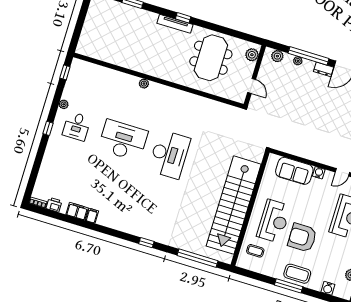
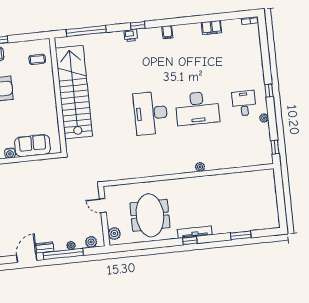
printer: (54, 205) -> (131, 36), moved
filing cabinet: (92, 216) -> (167, 32), moved
reception desk: (274, 221) -> (32, 93), removed

